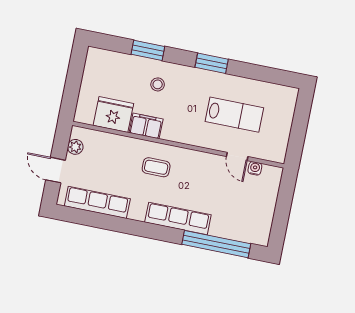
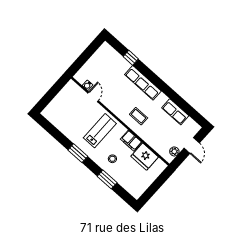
lab bench: (234, 115) -> (100, 131), moved, turned 90
row of seats: (97, 202) -> (175, 112), width x0.68
window: (216, 244) -> (131, 58), width x0.32

